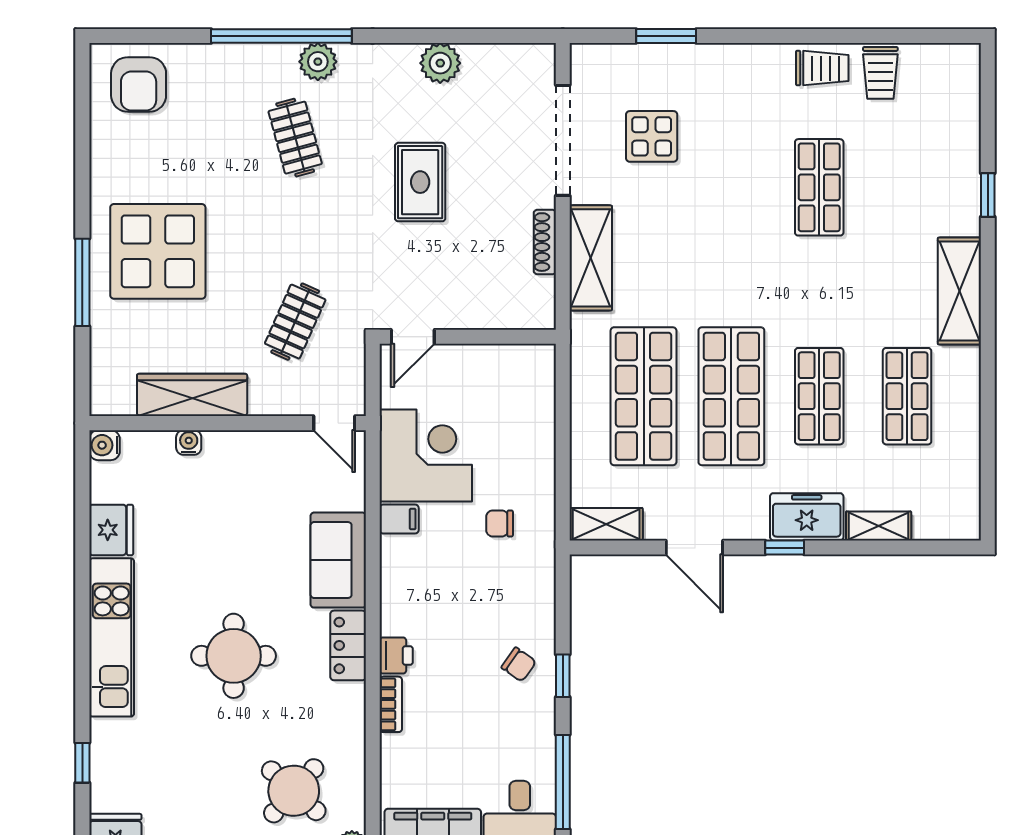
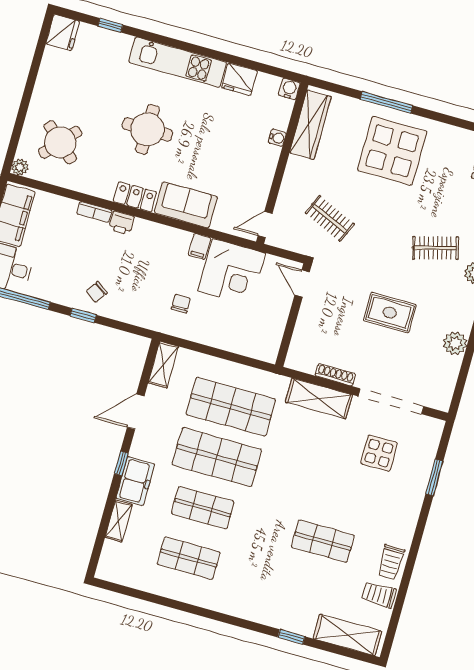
shelving: (959, 291) -> (347, 635), moved
wardrobe: (192, 395) -> (310, 125), moved

